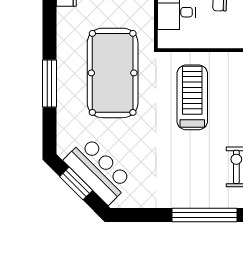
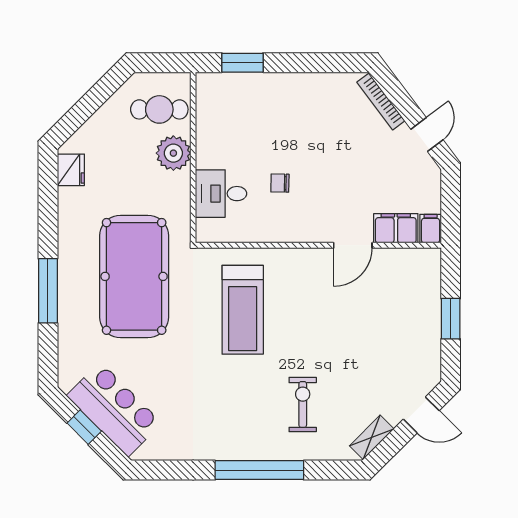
treadmill: (192, 97) -> (243, 310), turned 180
window: (76, 183) -> (84, 427), width x0.67

